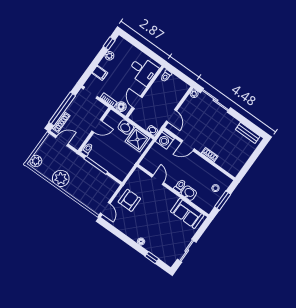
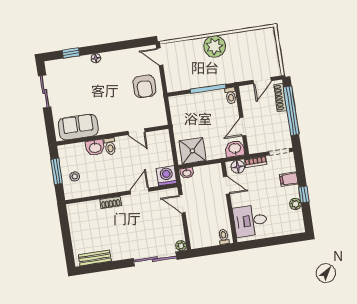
window: (109, 43) -> (304, 194), moved
washbasin: (126, 127) -> (235, 149), moved
plant: (36, 161) -> (268, 38), removed
plant: (61, 178) -> (215, 46), moved

